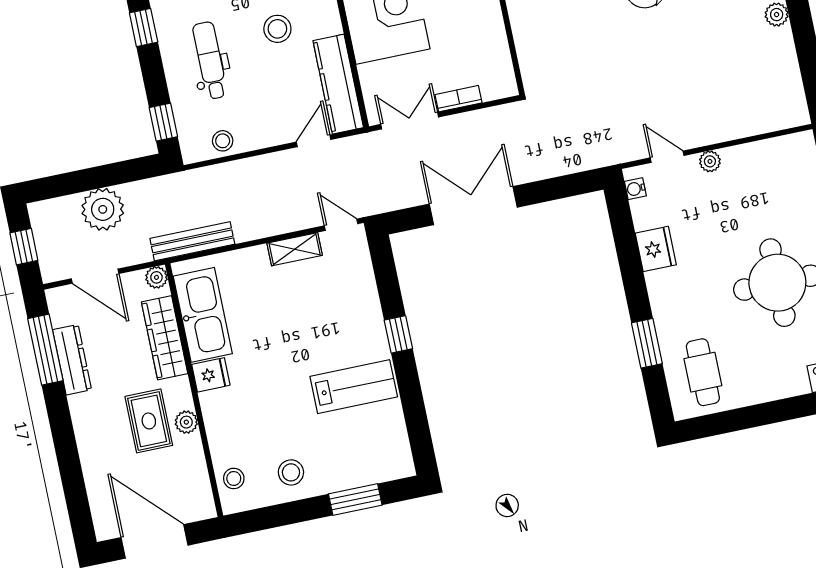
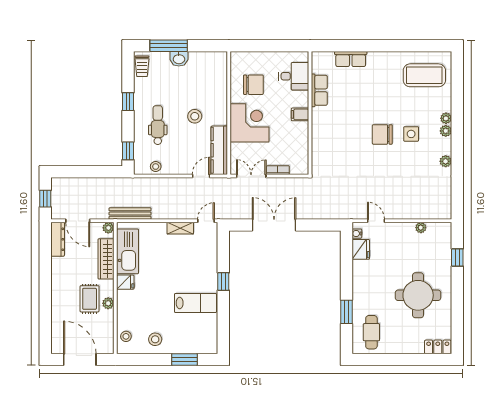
plant: (710, 161) -> (421, 228), moved
plant: (103, 209) -> (89, 188), removed
door: (341, 225) -> (206, 221), hinge flipped
fridge: (656, 249) -> (361, 249), moved
window: (45, 350) -> (45, 252), removed
dresser: (72, 360) -> (58, 239), moved

